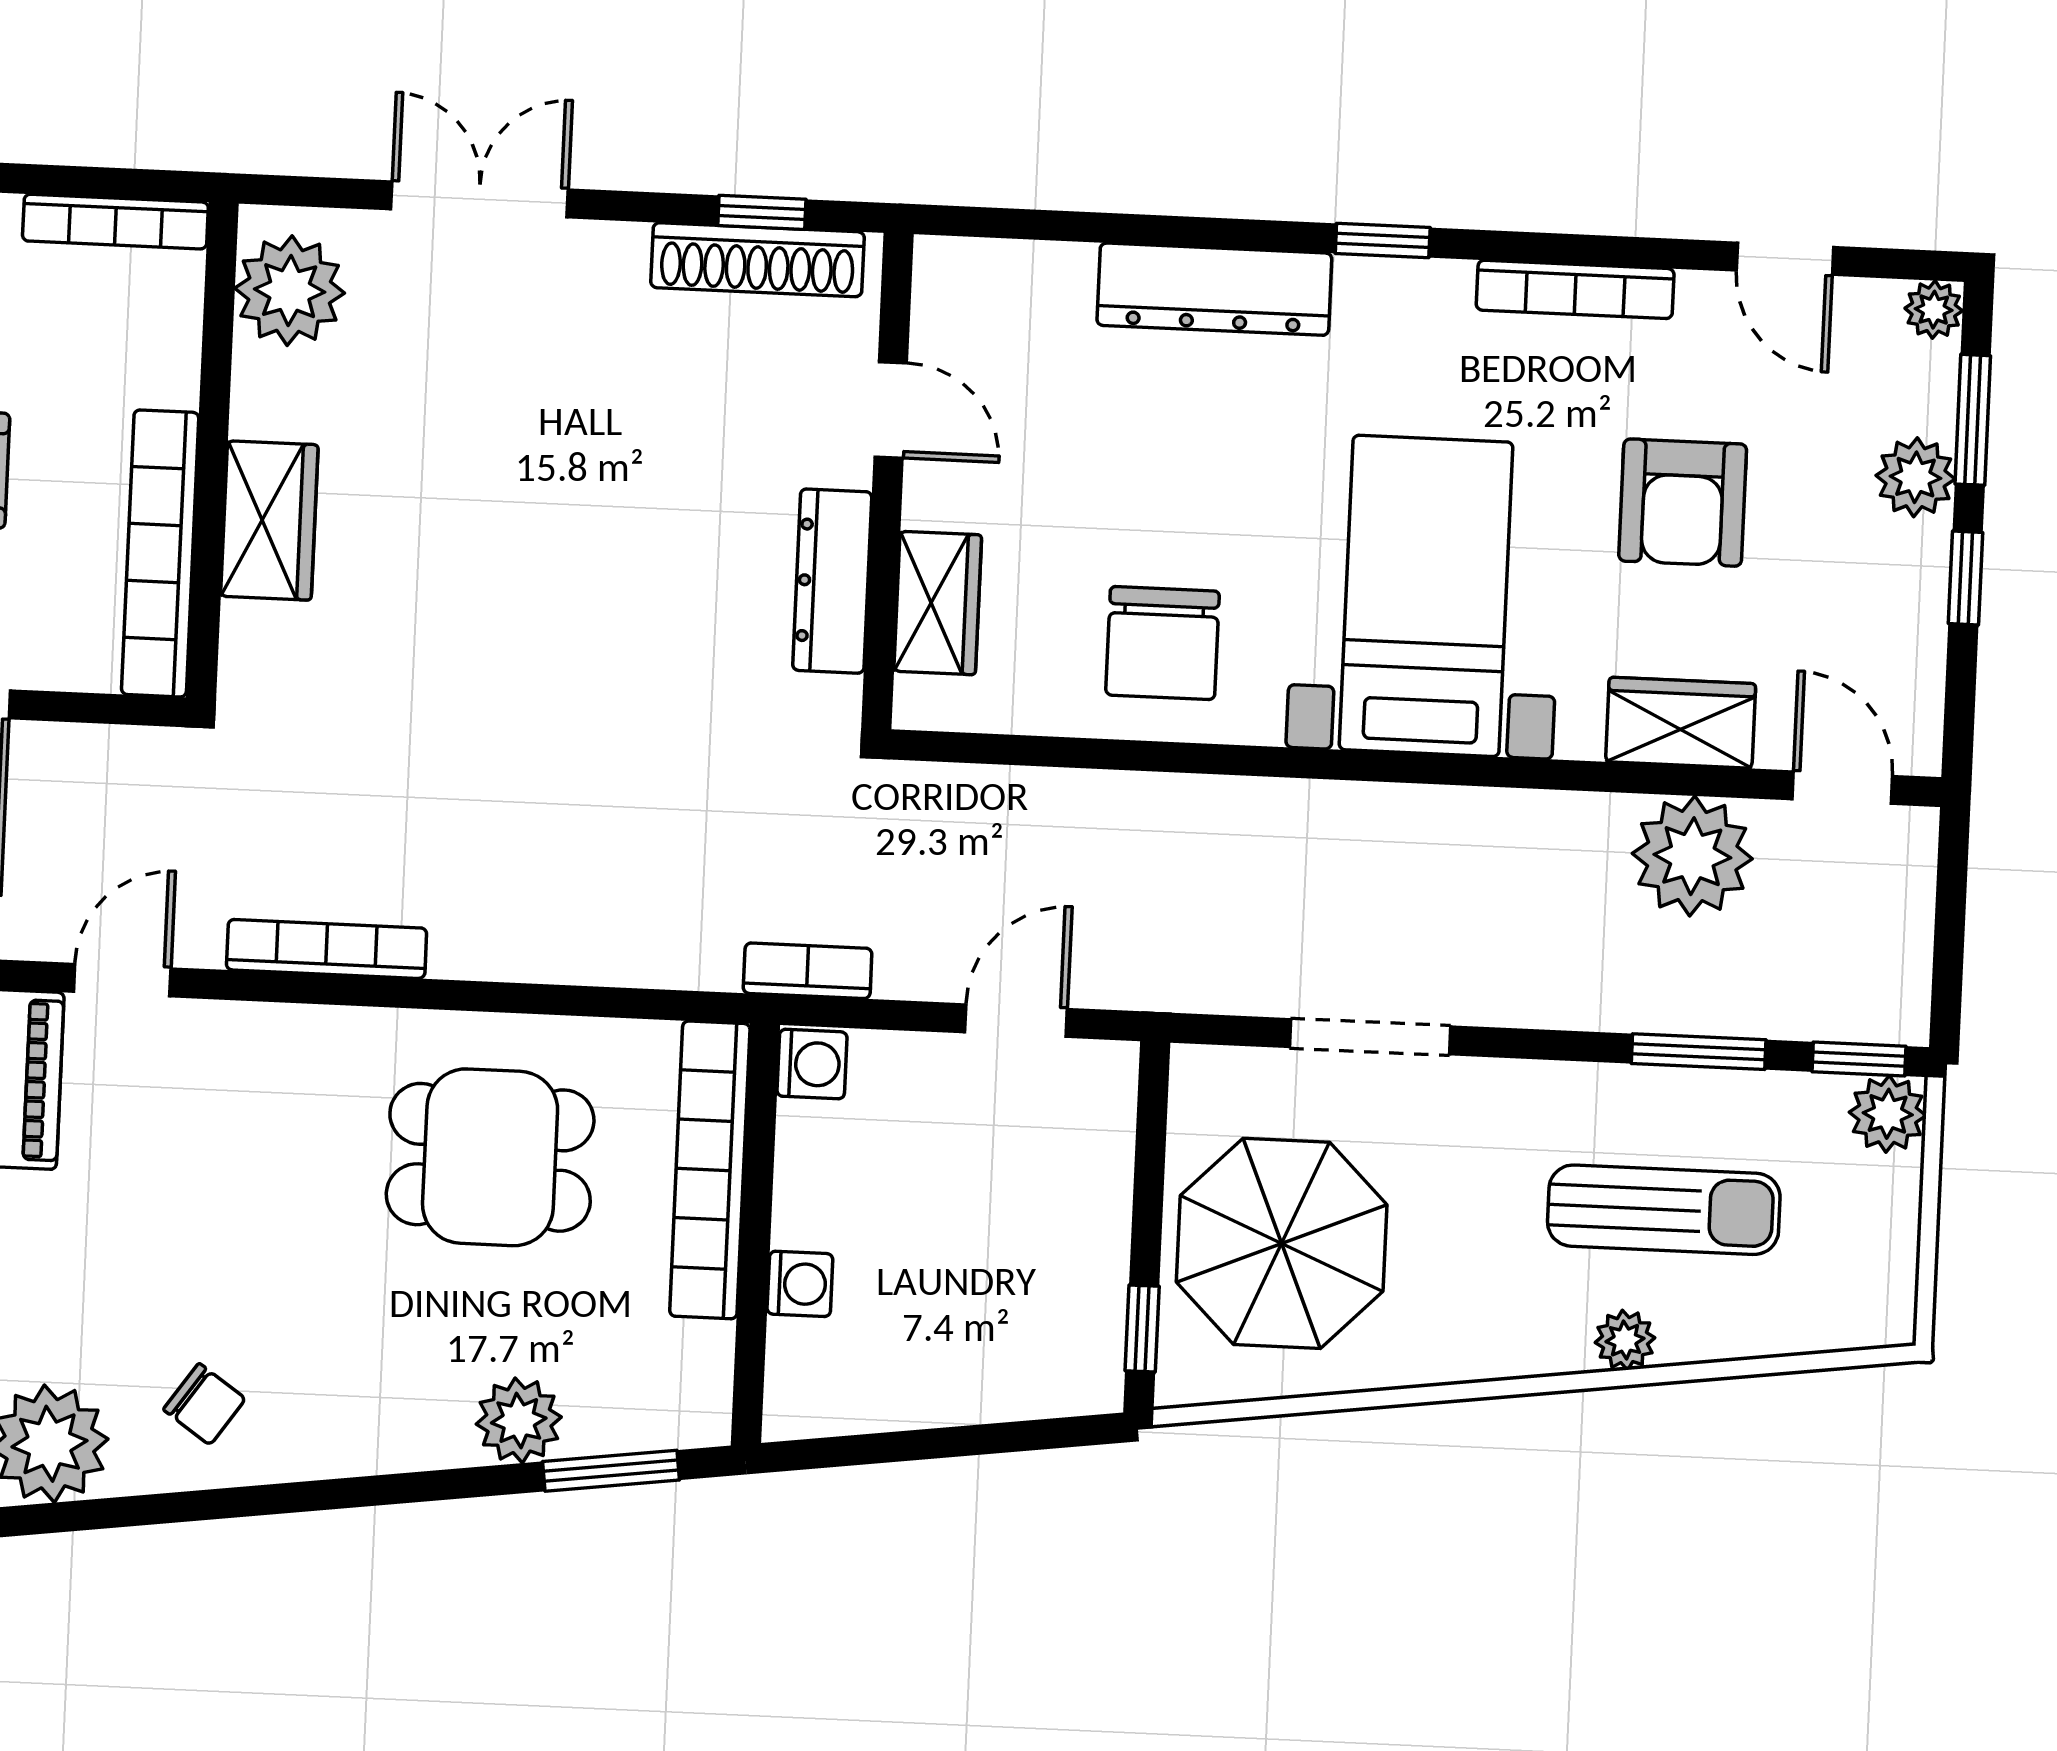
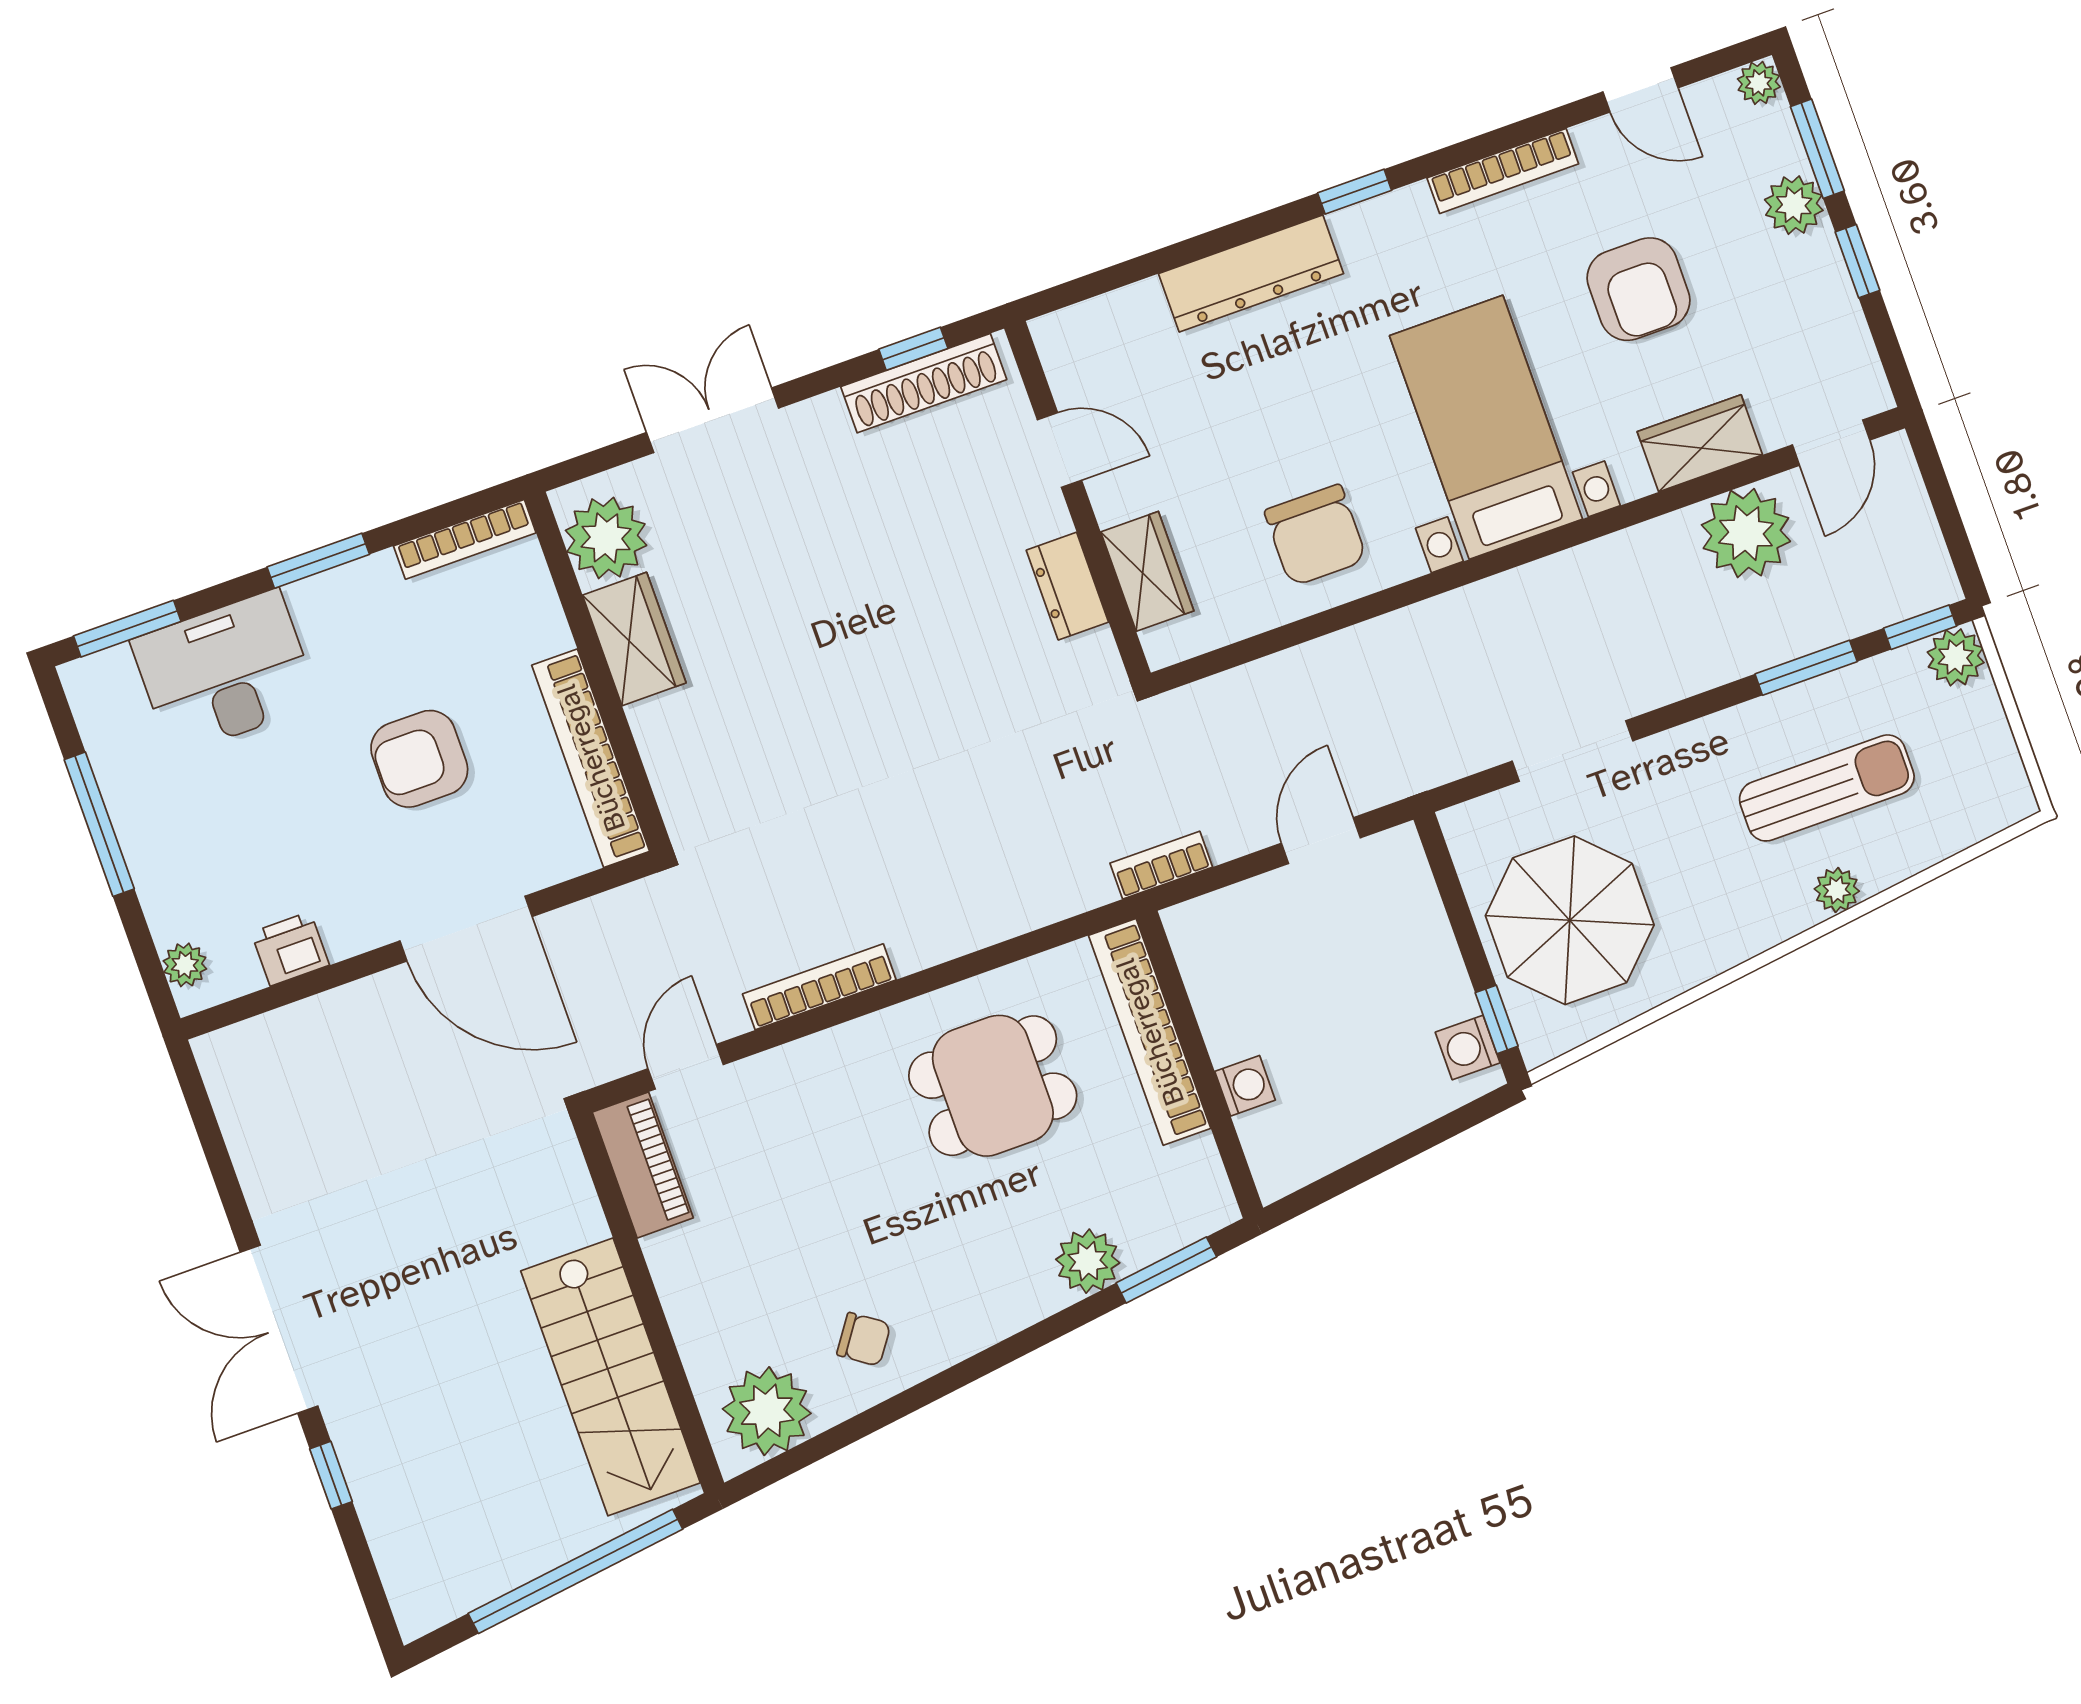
wardrobe: (269, 521) -> (634, 639), moved
dresser: (832, 581) -> (1067, 586), width x0.70
door: (1842, 788) -> (1831, 443), swing flipped
washing machine: (812, 1064) -> (1468, 1048), moved, turned 180

